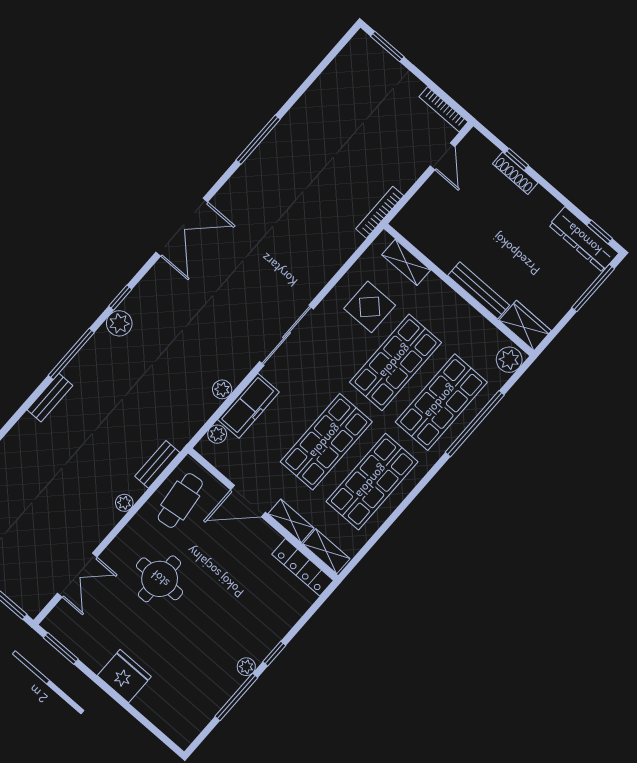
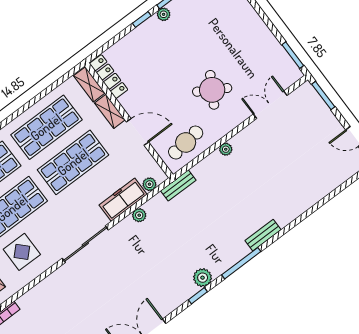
bench: (157, 464) -> (178, 185), moved
round table: (160, 579) -> (212, 90), turned 30
fridge: (124, 676) -> (252, 26), removed

